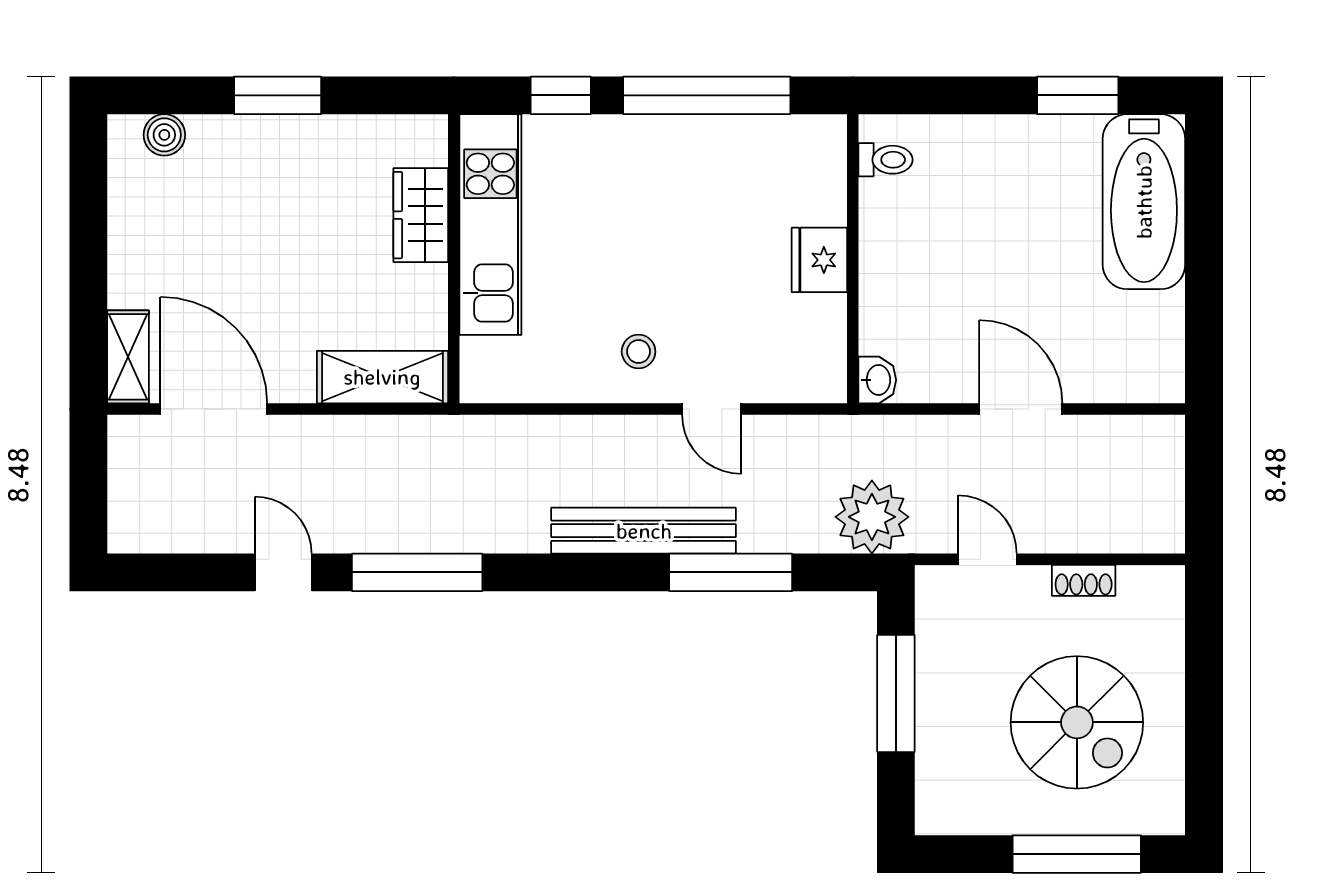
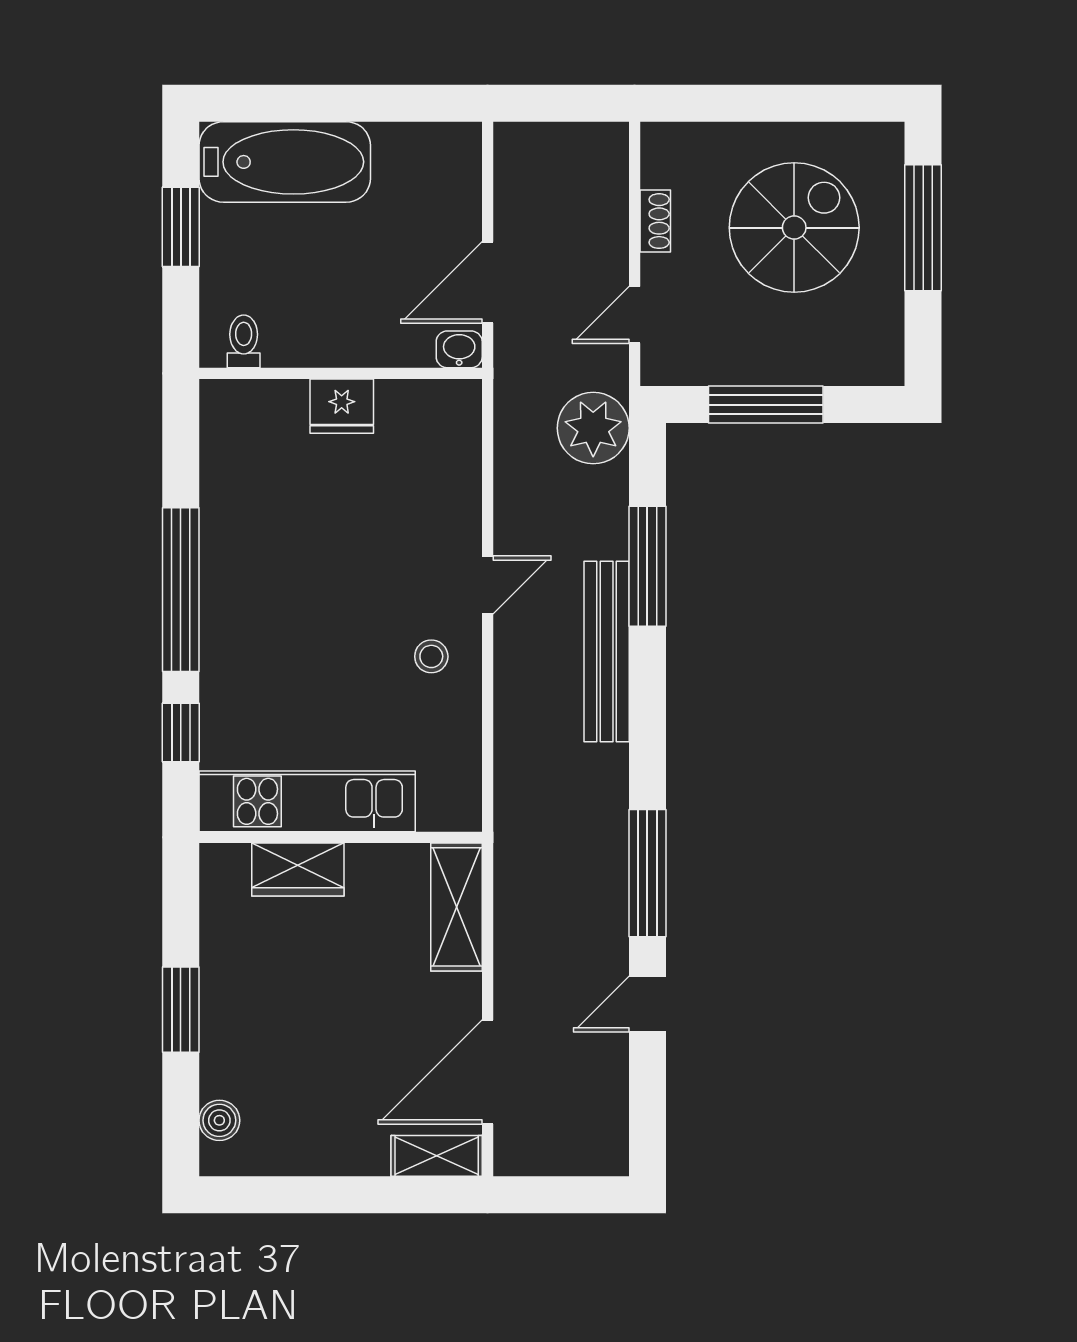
toilet: (885, 160) -> (244, 341), moved
wall: (853, 259) -> (341, 373), moved
fridge: (819, 260) -> (342, 406), moved
washbasin: (877, 380) -> (459, 349), moved

